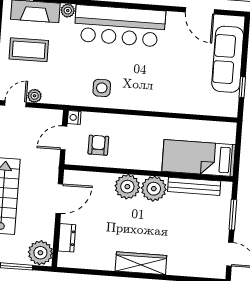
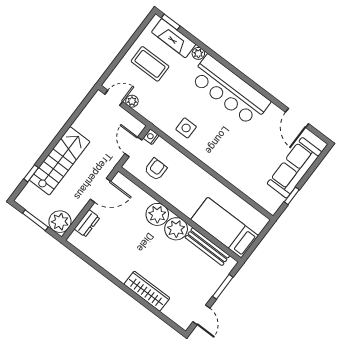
door: (64, 138) -> (133, 147), hinge flipped
wardrobe: (141, 263) -> (147, 291), moved

